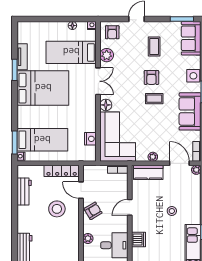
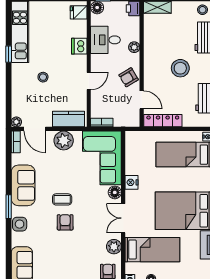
coffee table: (154, 46) -> (62, 256), removed
nightstand: (90, 139) -> (132, 182), moved
plant: (153, 157) -> (64, 140), width x1.88, depth x1.88
stool: (57, 209) -> (180, 68), moved

